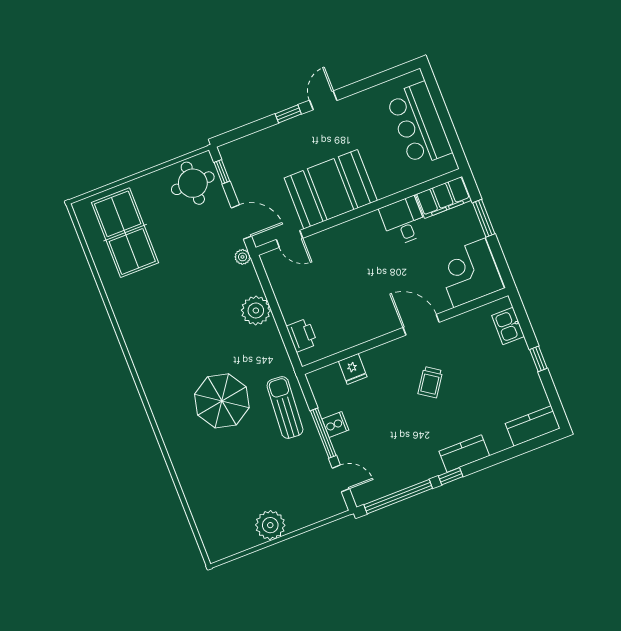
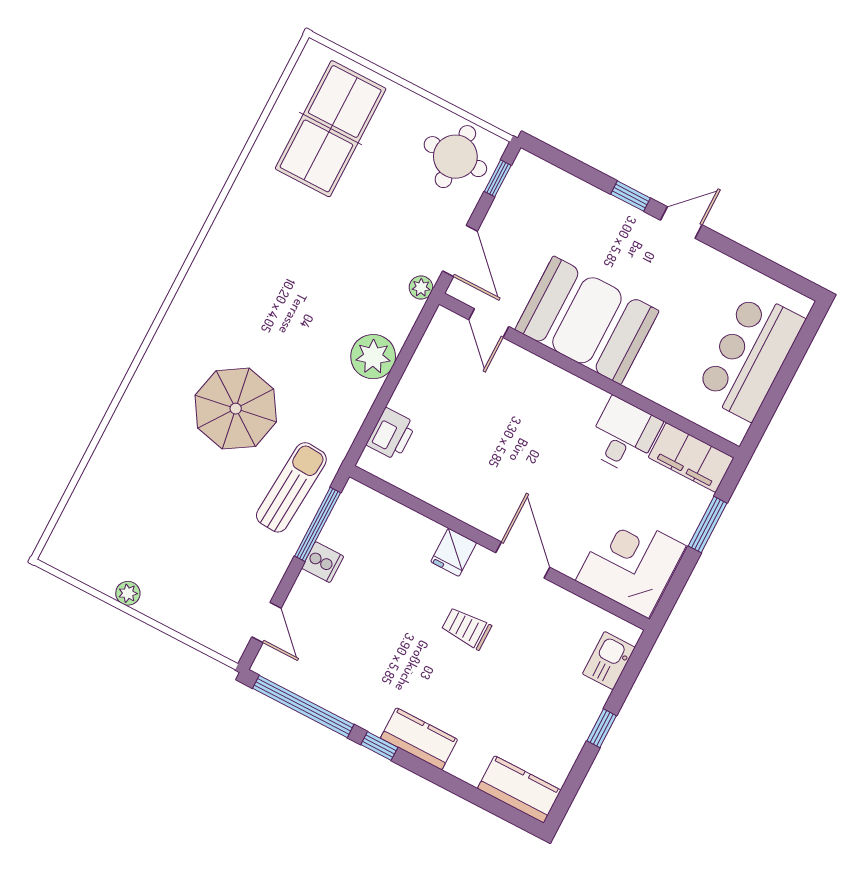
fridge: (353, 369) -> (454, 552), moved
trolley: (430, 382) -> (466, 628), turned 56
window: (323, 433) -> (318, 524), moved
plant: (270, 525) -> (128, 593), width x0.53, depth x0.53

